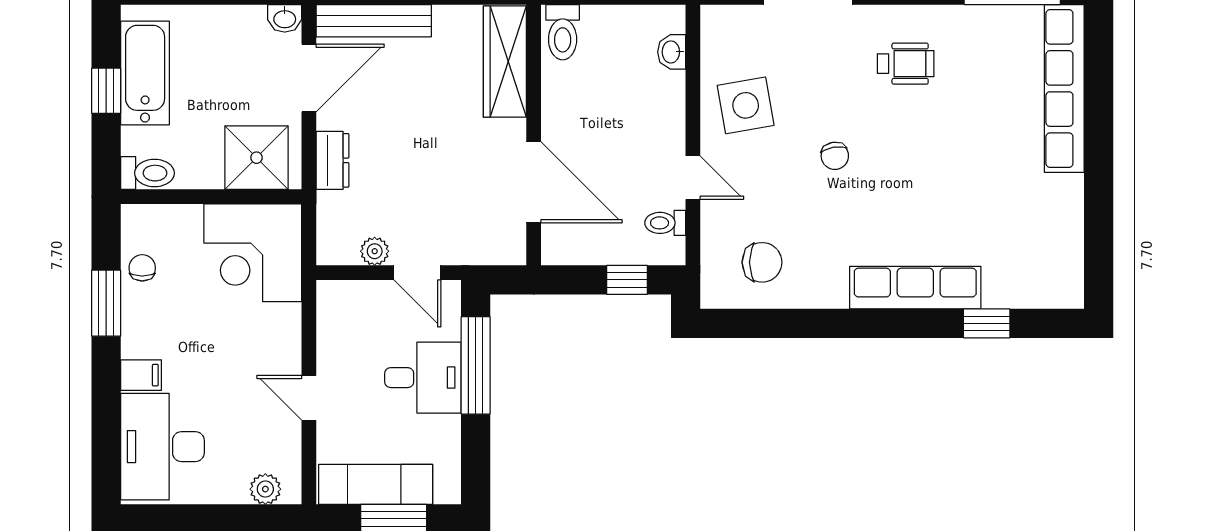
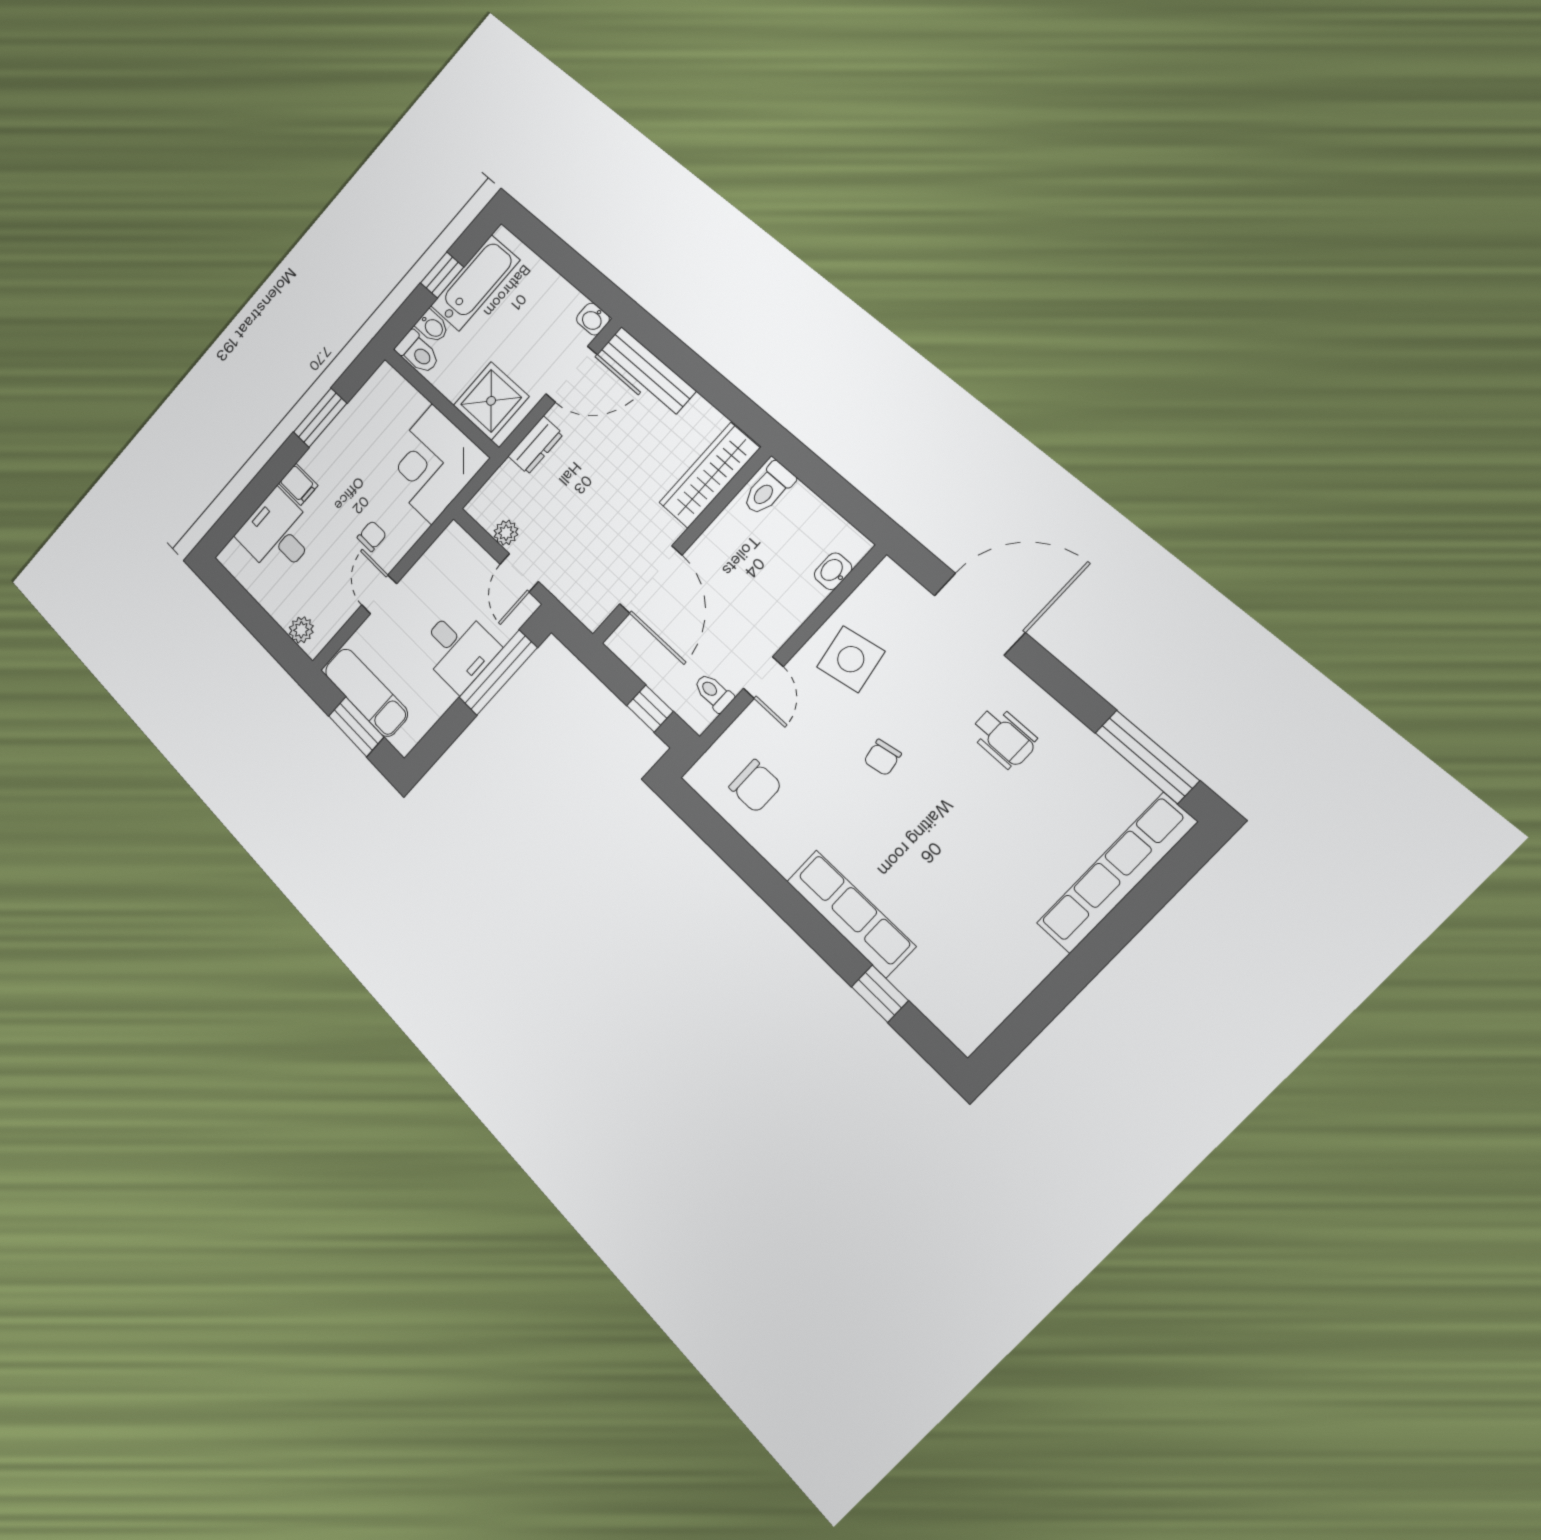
bidet: (140, 141) -> (432, 327), added
chair: (142, 268) -> (372, 536), moved
desk: (162, 447) -> (278, 534), width x0.73

